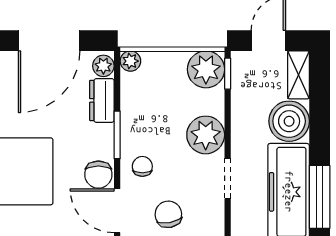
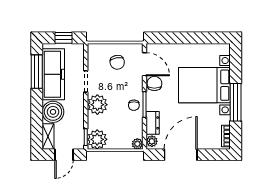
chair: (142, 166) -> (134, 105), moved

